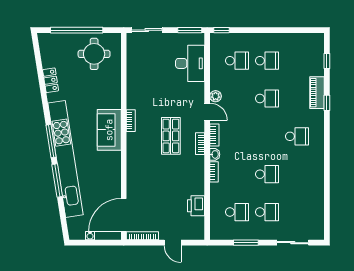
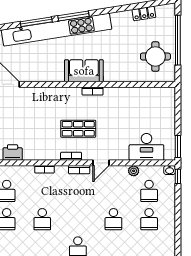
sliding door: (147, 30) -> (178, 106), removed
locker: (51, 80) -> (144, 13), moved
plant: (216, 96) -> (134, 171), moved
washbasin: (215, 154) -> (170, 170), moved

